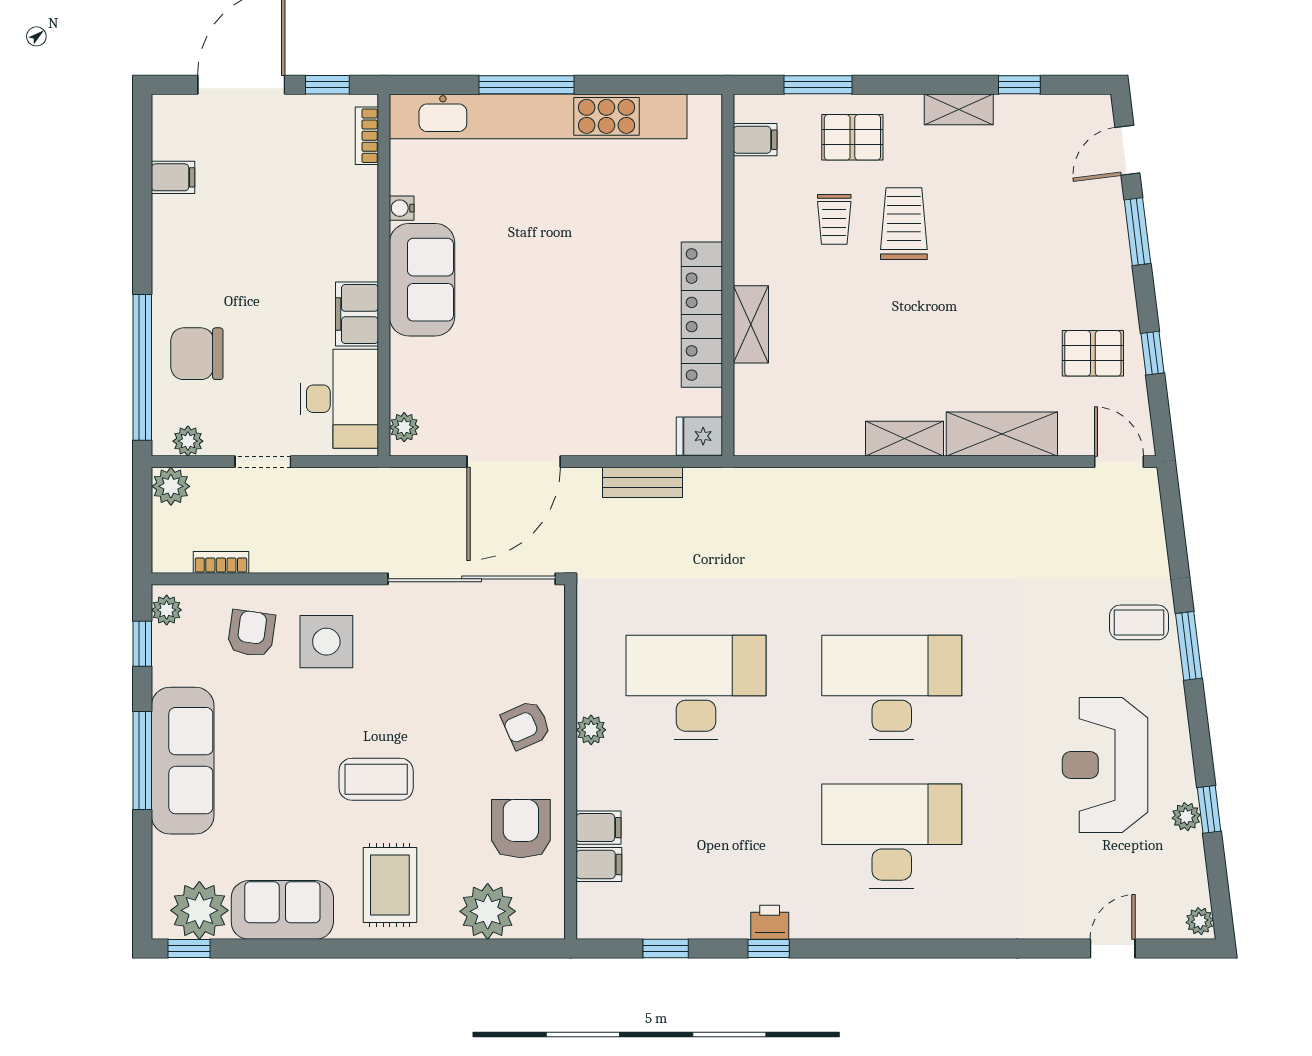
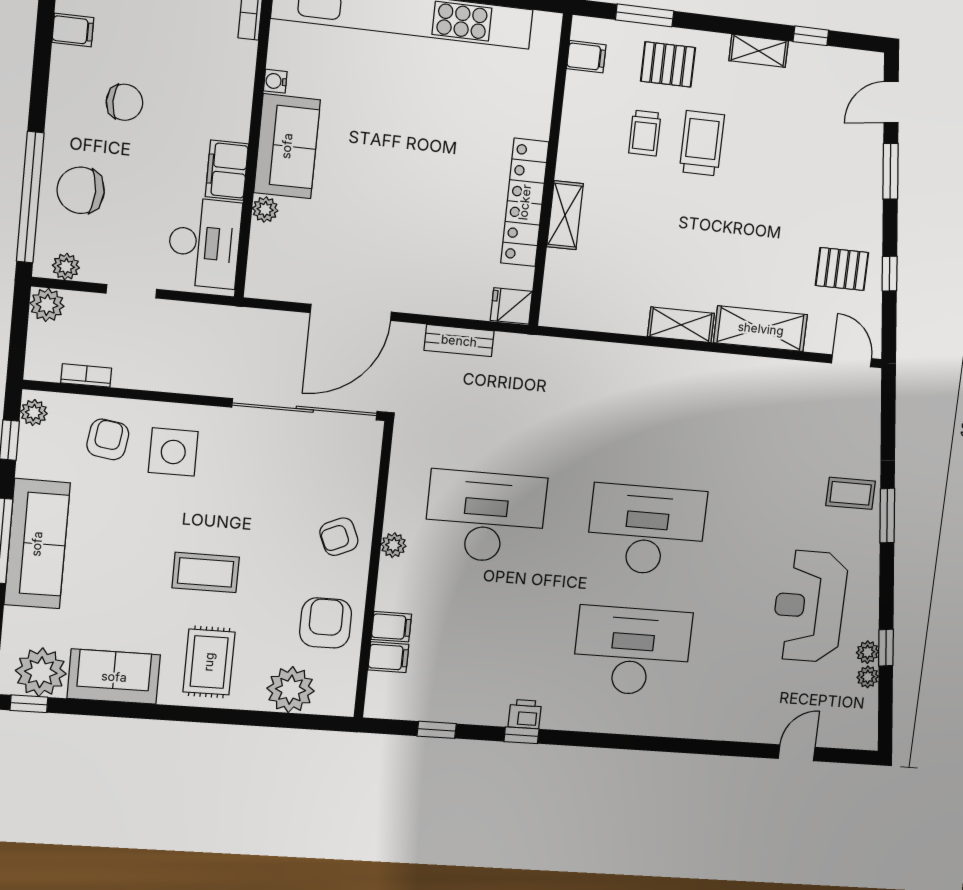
chair: (236, 251) -> (124, 102), added
plant: (404, 427) -> (265, 209), moved
plant: (1200, 921) -> (868, 677), moved

